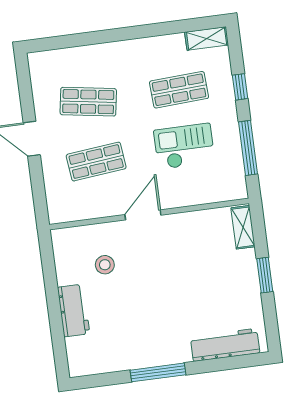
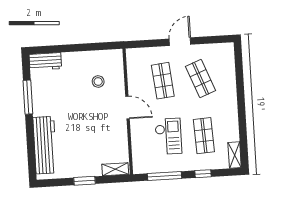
shop shelf: (88, 102) -> (200, 78), turned -30
workbench: (74, 311) -> (45, 62), moved
workbench: (225, 345) -> (45, 145), width x1.36, depth x1.32
window: (158, 372) -> (28, 97), moved

